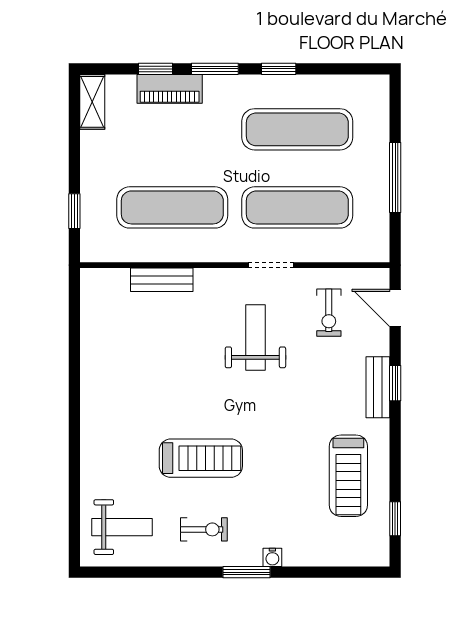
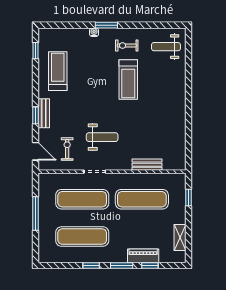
shelving: (92, 102) -> (180, 238), moved
weight bench: (255, 338) -> (102, 137), turned -90
treadmill: (201, 458) -> (128, 80), turned -90

